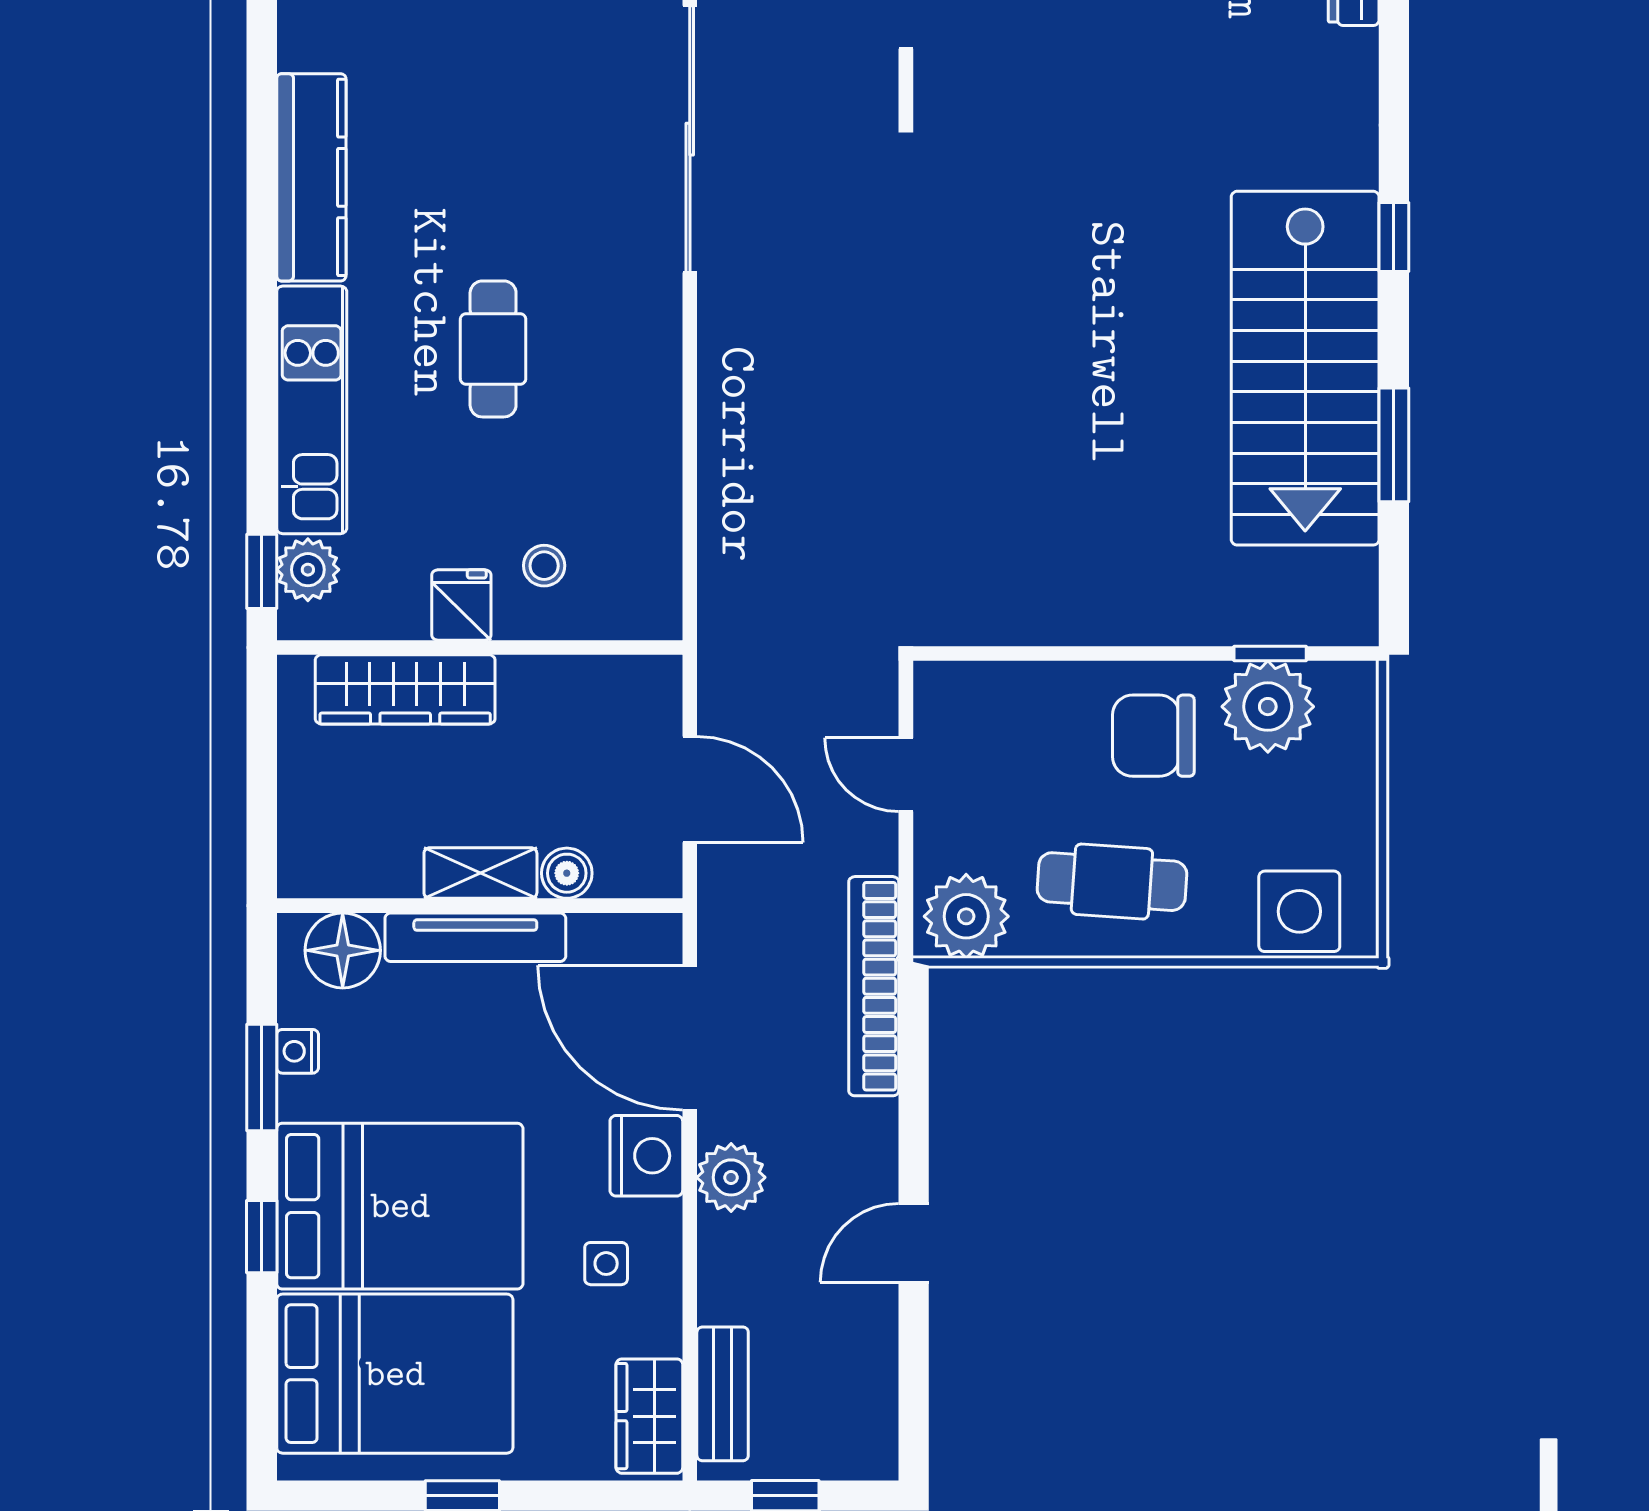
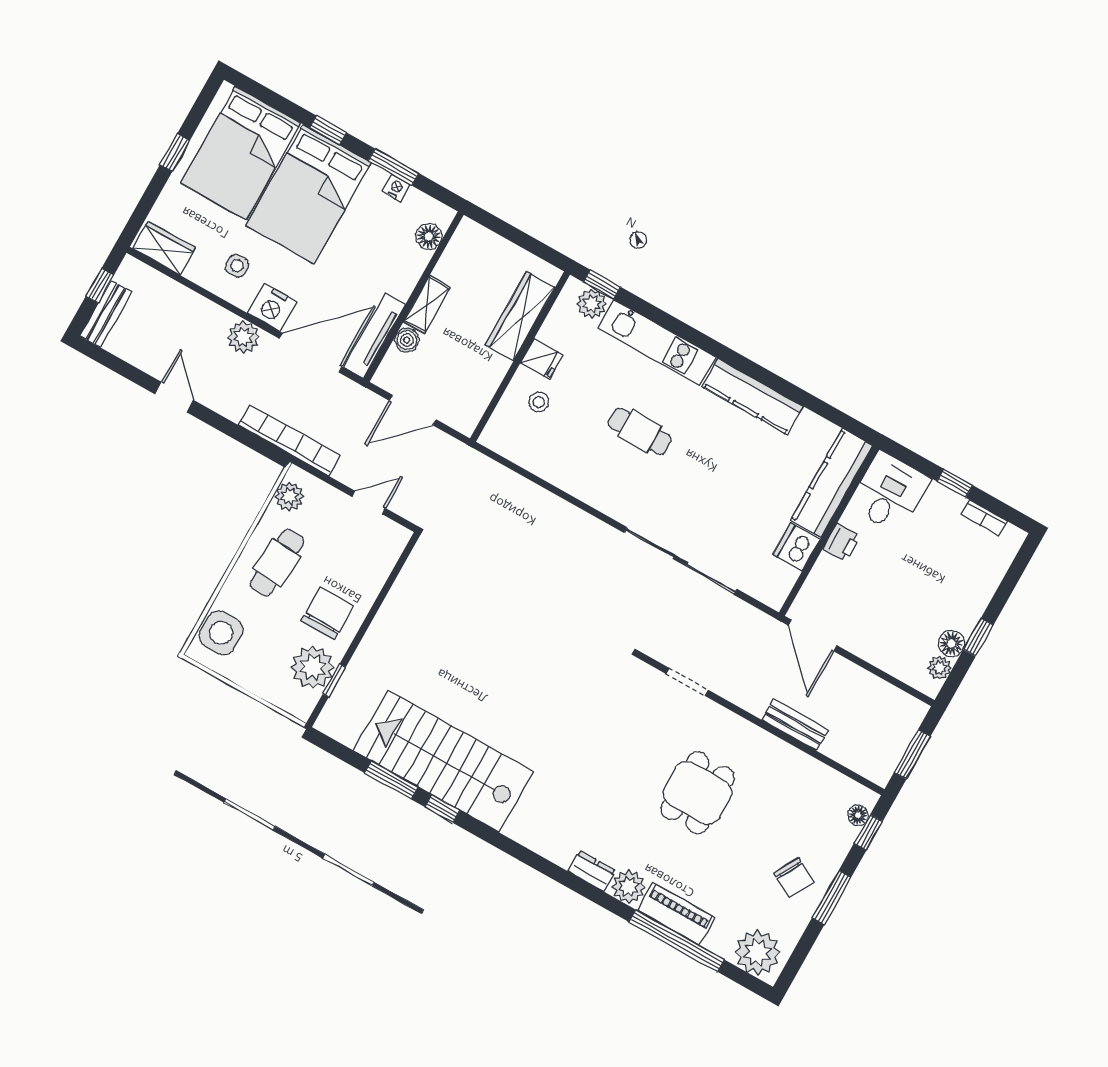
window: (1394, 237) -> (442, 809), moved
plant: (966, 916) -> (289, 497), width x0.73, depth x0.73
tv unit: (475, 937) -> (375, 336), moved
floor lamp: (343, 950) -> (429, 236), width x0.73, depth x0.73
bench: (723, 1394) -> (106, 314), moved, turned 90

